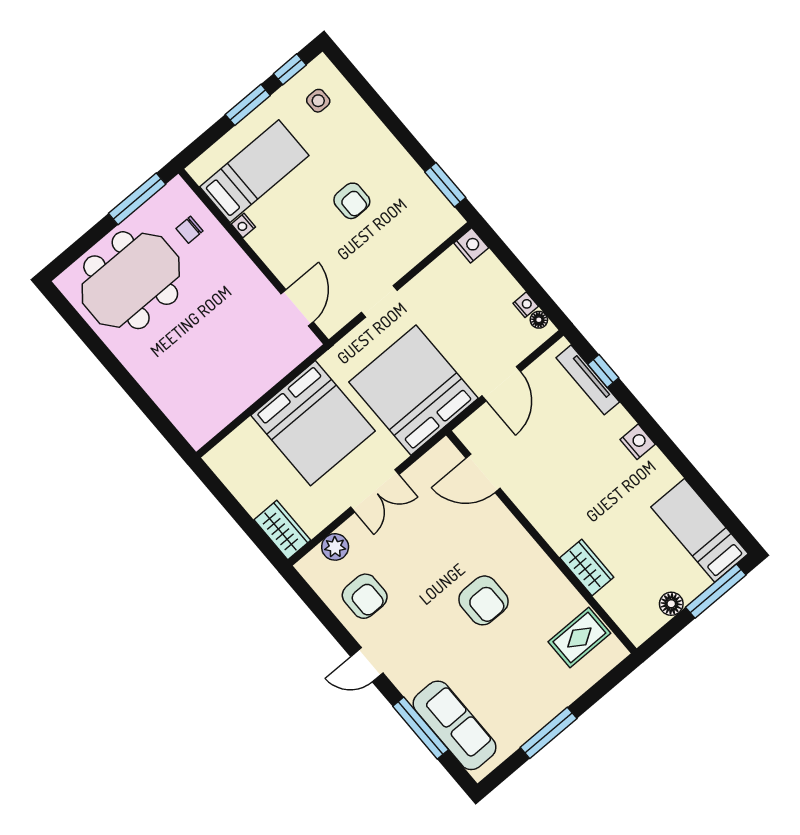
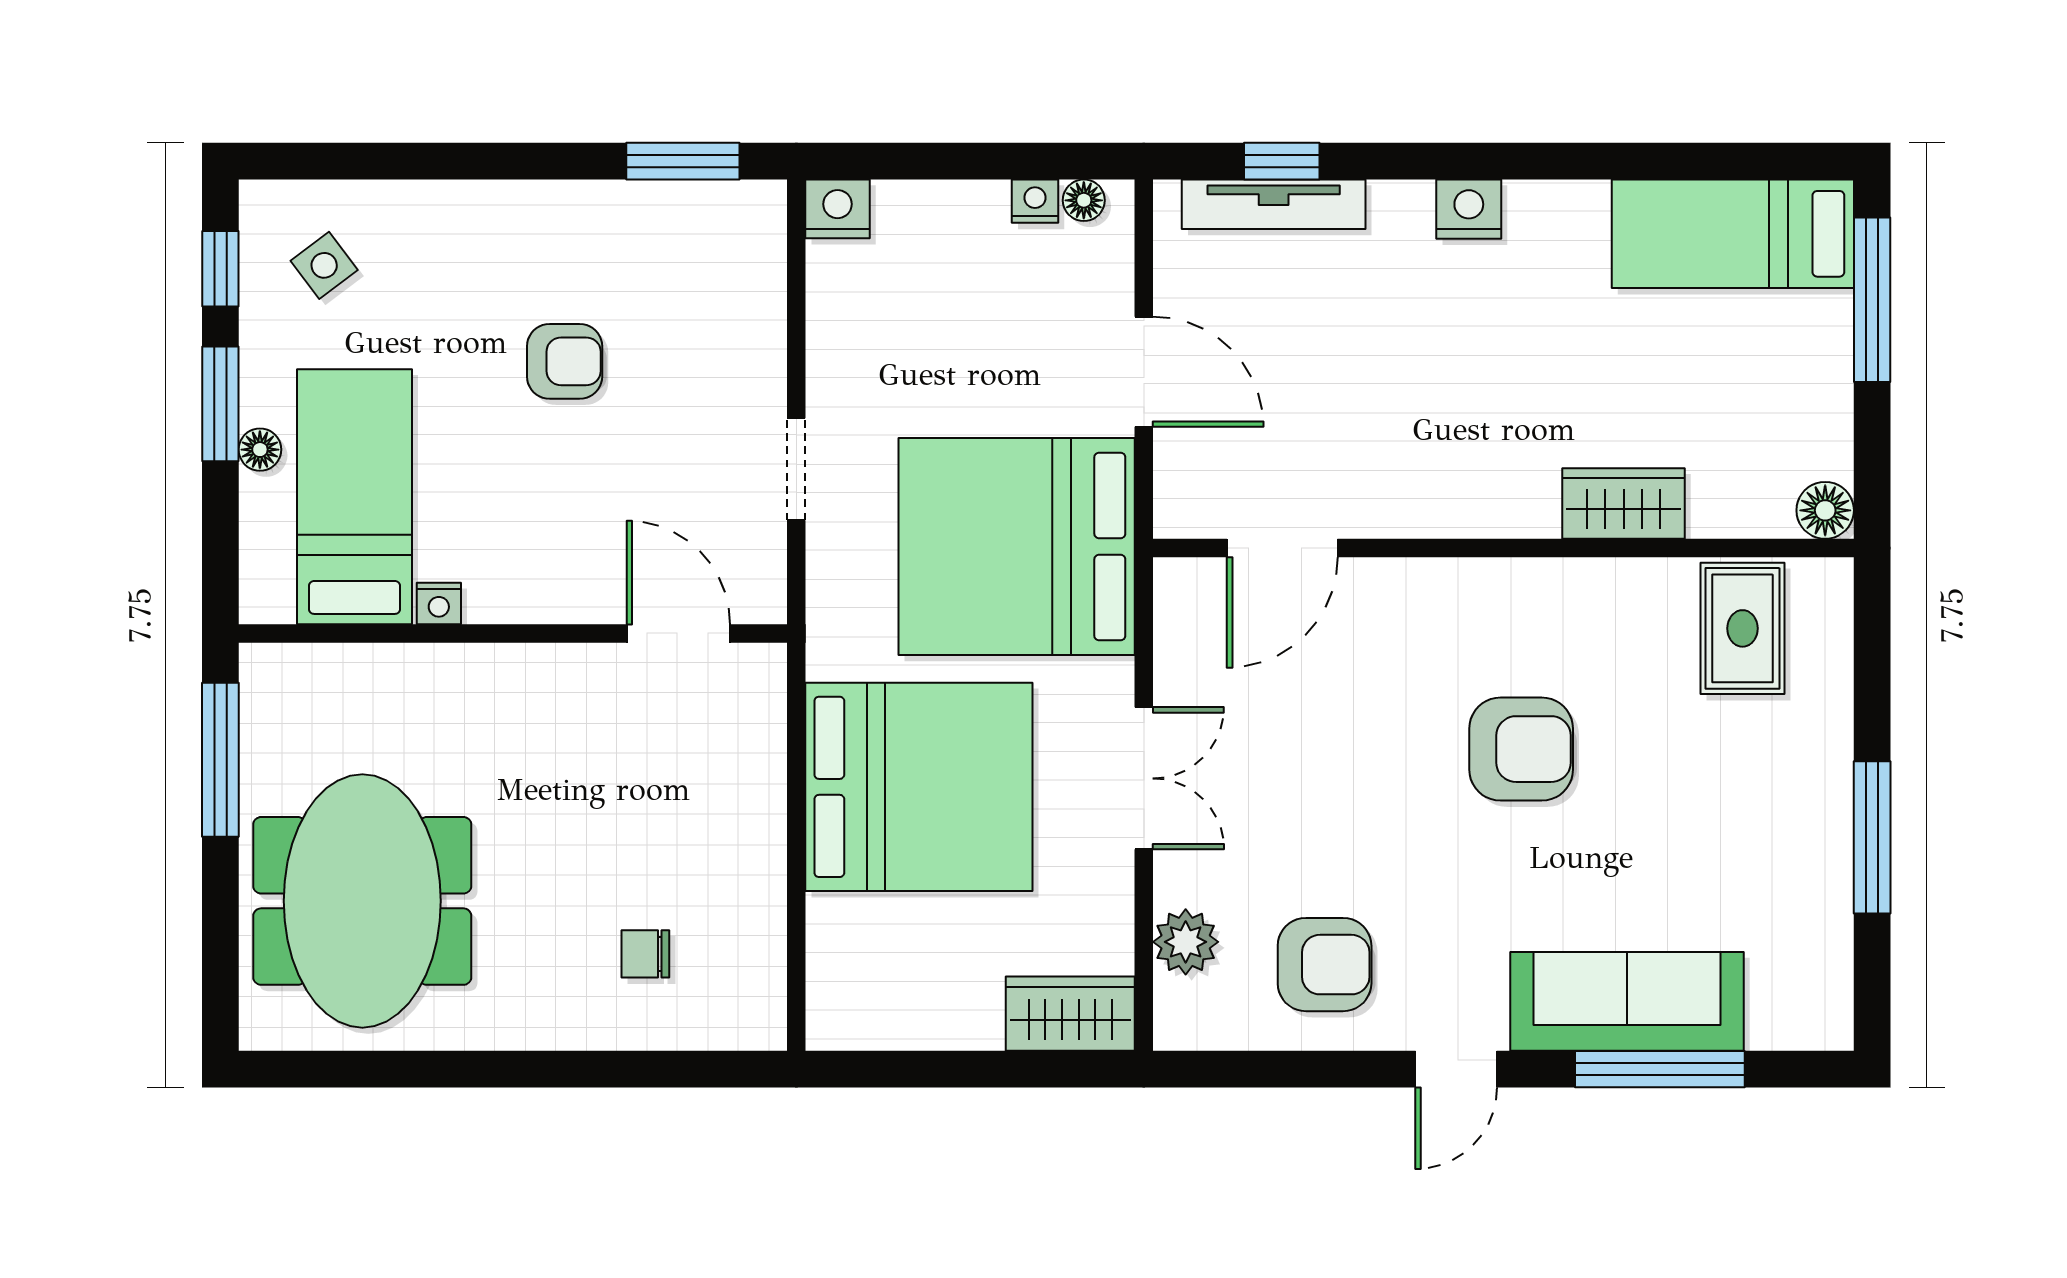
side table: (318, 101) -> (324, 265), turned -37
floor lamp: (244, 129) -> (260, 450), added
chair: (189, 230) -> (645, 954), moved, turned 90
floor lamp: (671, 604) -> (1825, 510), moved
sofa: (455, 725) -> (1627, 1001), moved

